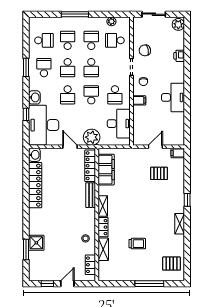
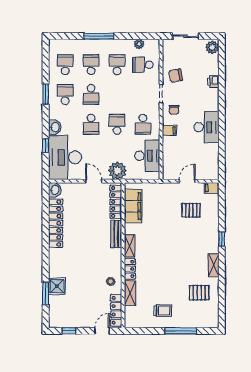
school desk: (44, 40) -> (65, 65), turned -90
school desk: (91, 68) -> (117, 94), removed
trolley: (137, 244) -> (163, 311), moved
pallet: (172, 264) -> (199, 293), moved
locker: (90, 265) -> (116, 310), width x1.53
door: (67, 284) -> (102, 331), moved

